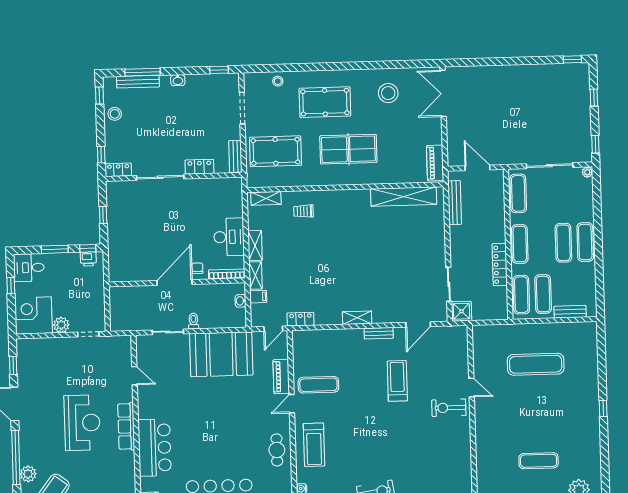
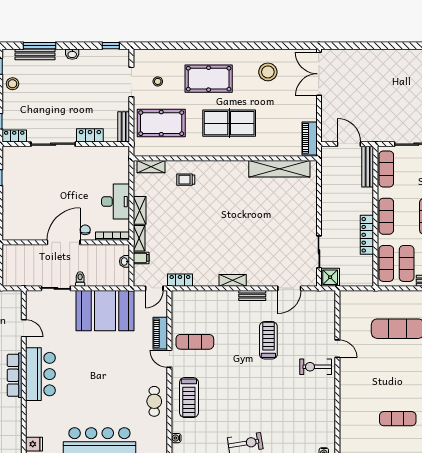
stool: (278, 81) -> (158, 81), moved
bench: (455, 203) -> (368, 167), moved
door: (292, 404) -> (169, 359), hinge flipped
bar counter: (155, 448) -> (40, 374), moved

